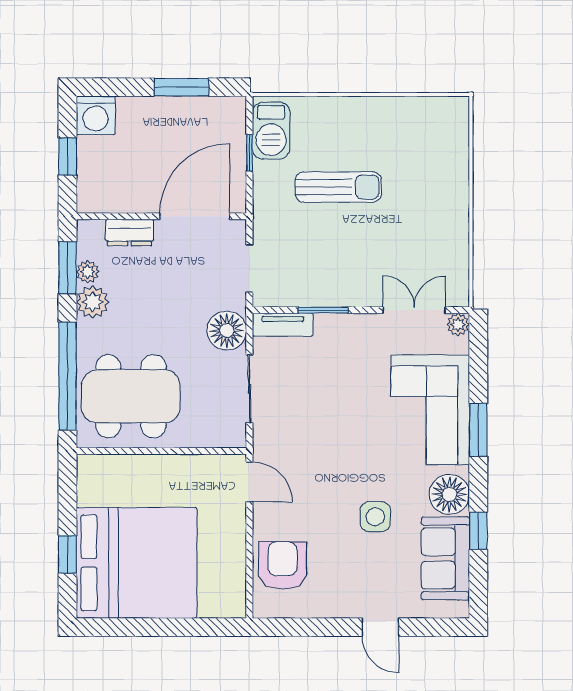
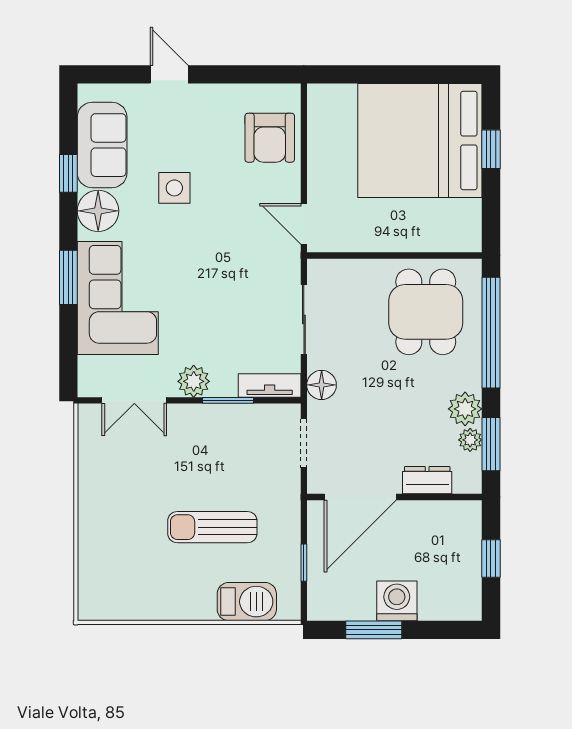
washing machine: (96, 115) -> (397, 601), moved
barbecue: (271, 131) -> (247, 602), moved, turned 90
plant: (458, 324) -> (194, 381), moved, width x1.38, depth x1.38
floor lamp: (227, 331) -> (322, 385), width x0.73, depth x0.73
dining table: (131, 396) -> (426, 312), width x0.73

